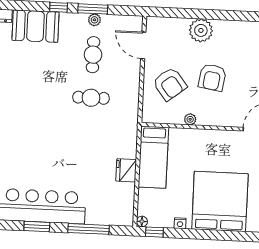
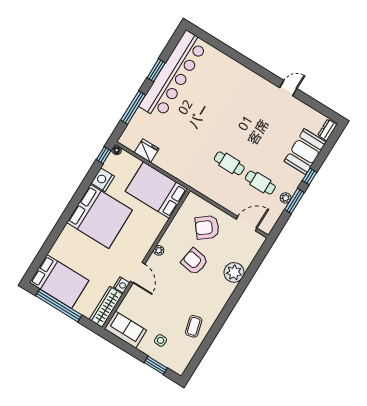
cafe table: (91, 98) -> (229, 163), turned 90
plant: (190, 119) -> (159, 250), moved
bed: (153, 157) -> (157, 190), width x1.50
fridge: (126, 170) -> (147, 151), moved
nightstand: (180, 223) -> (103, 180), width x1.89, depth x1.79

